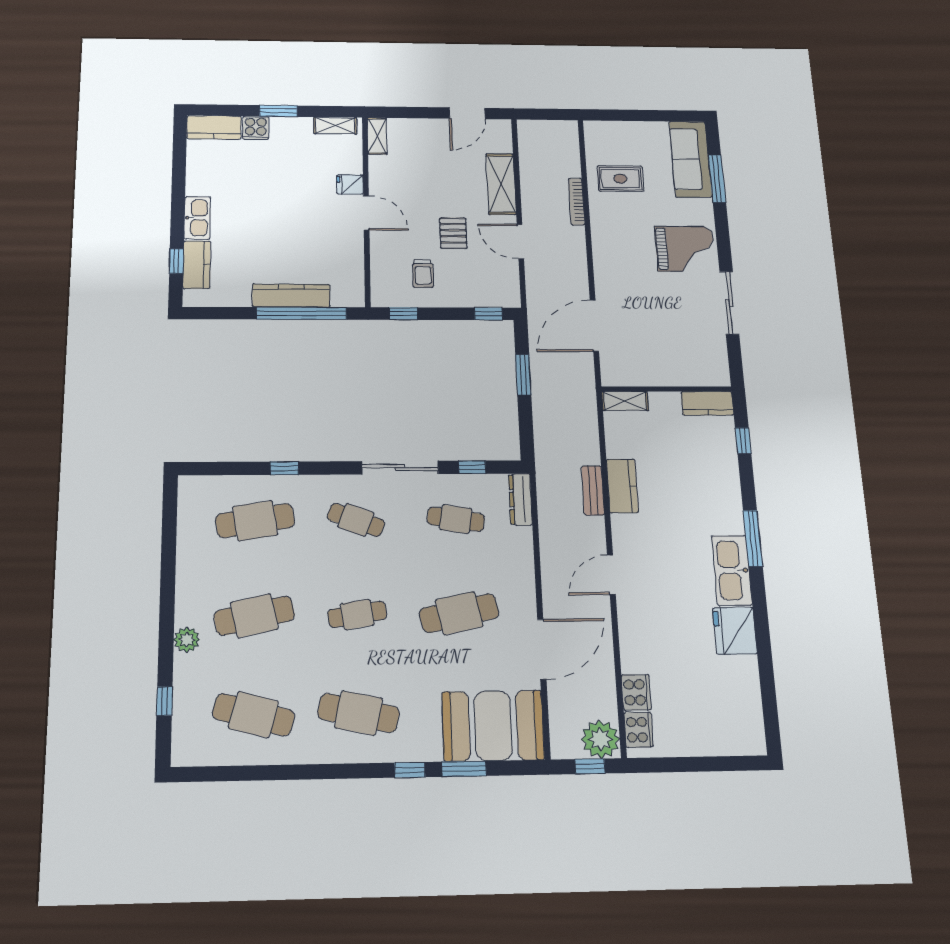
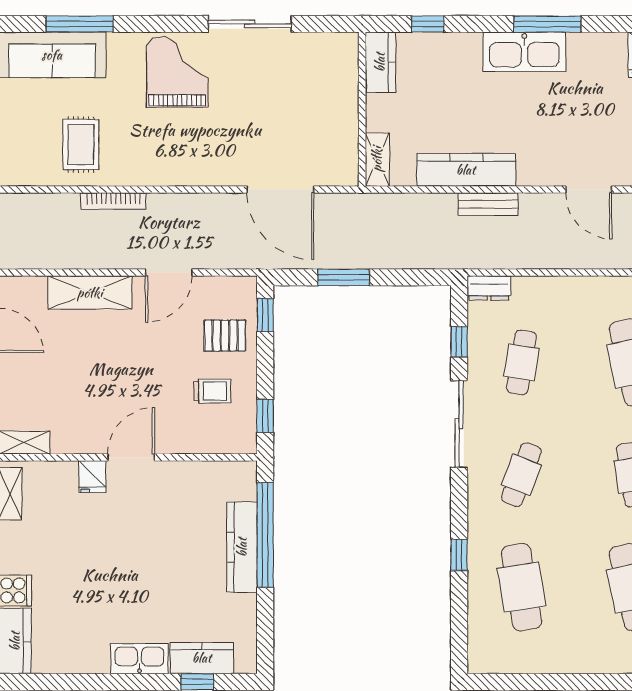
pallet: (453, 233) -> (225, 336), moved
kitchen counter: (622, 486) -> (466, 170), width x1.50
dresser: (520, 499) -> (489, 288), width x0.70
kitchen sink: (732, 570) -> (524, 52), moved

